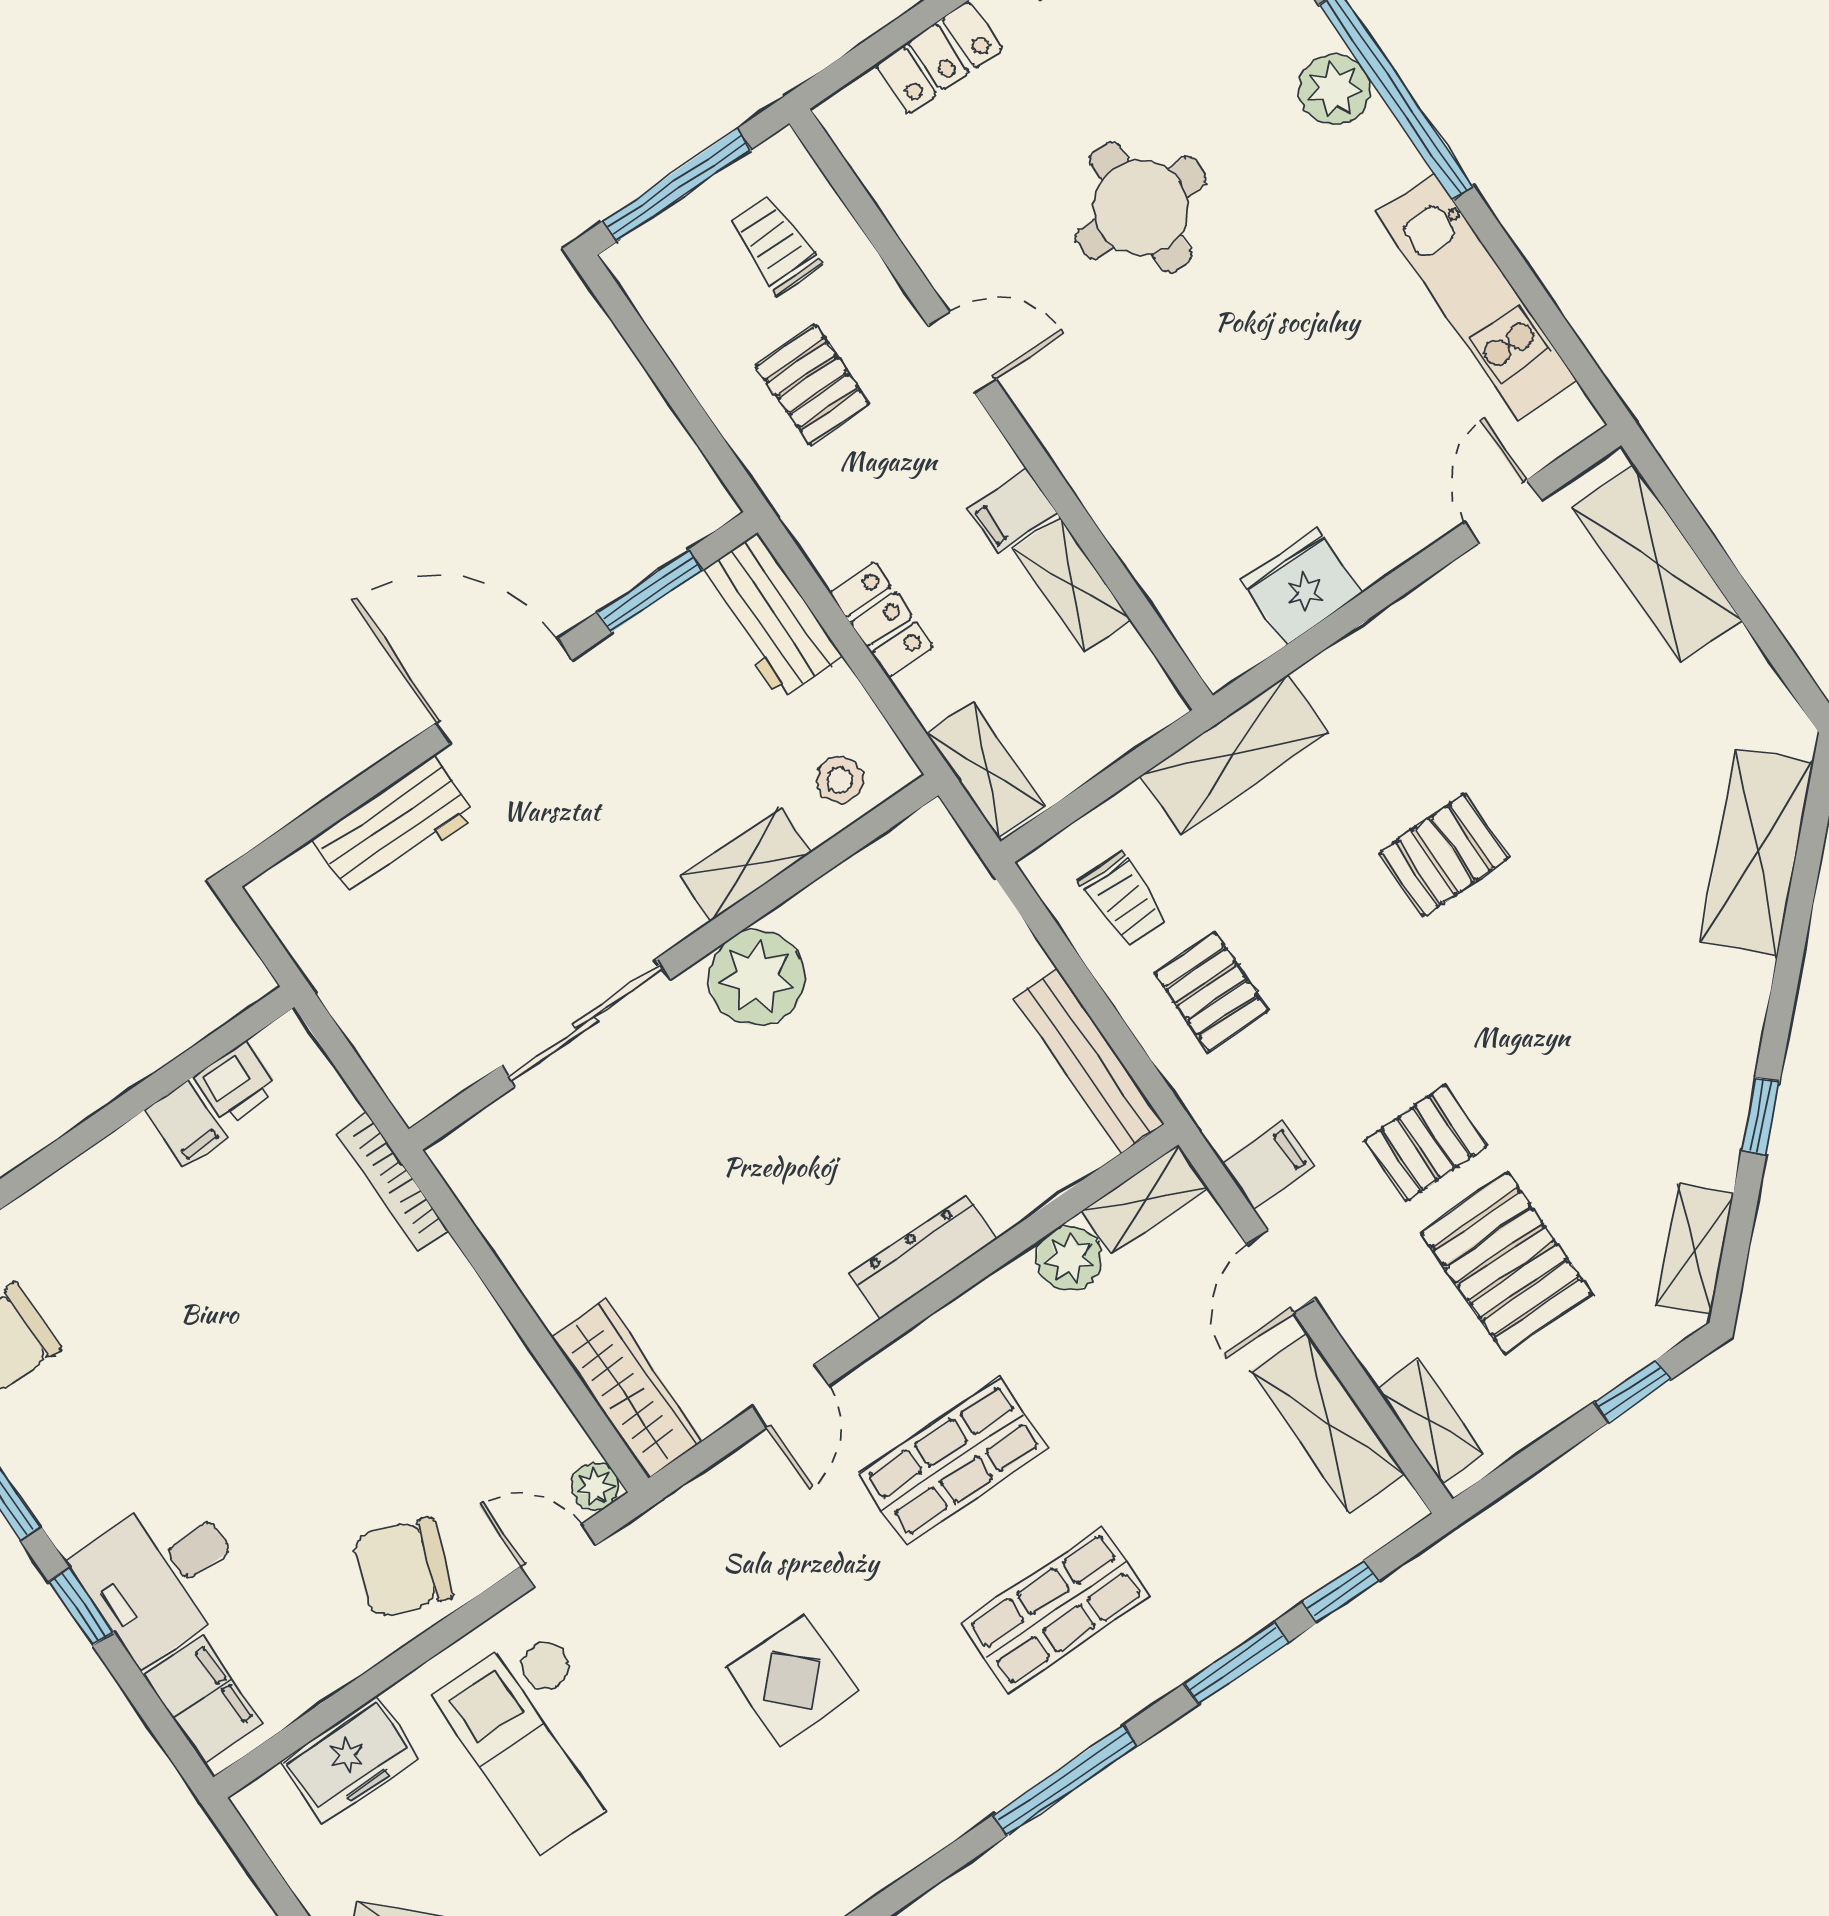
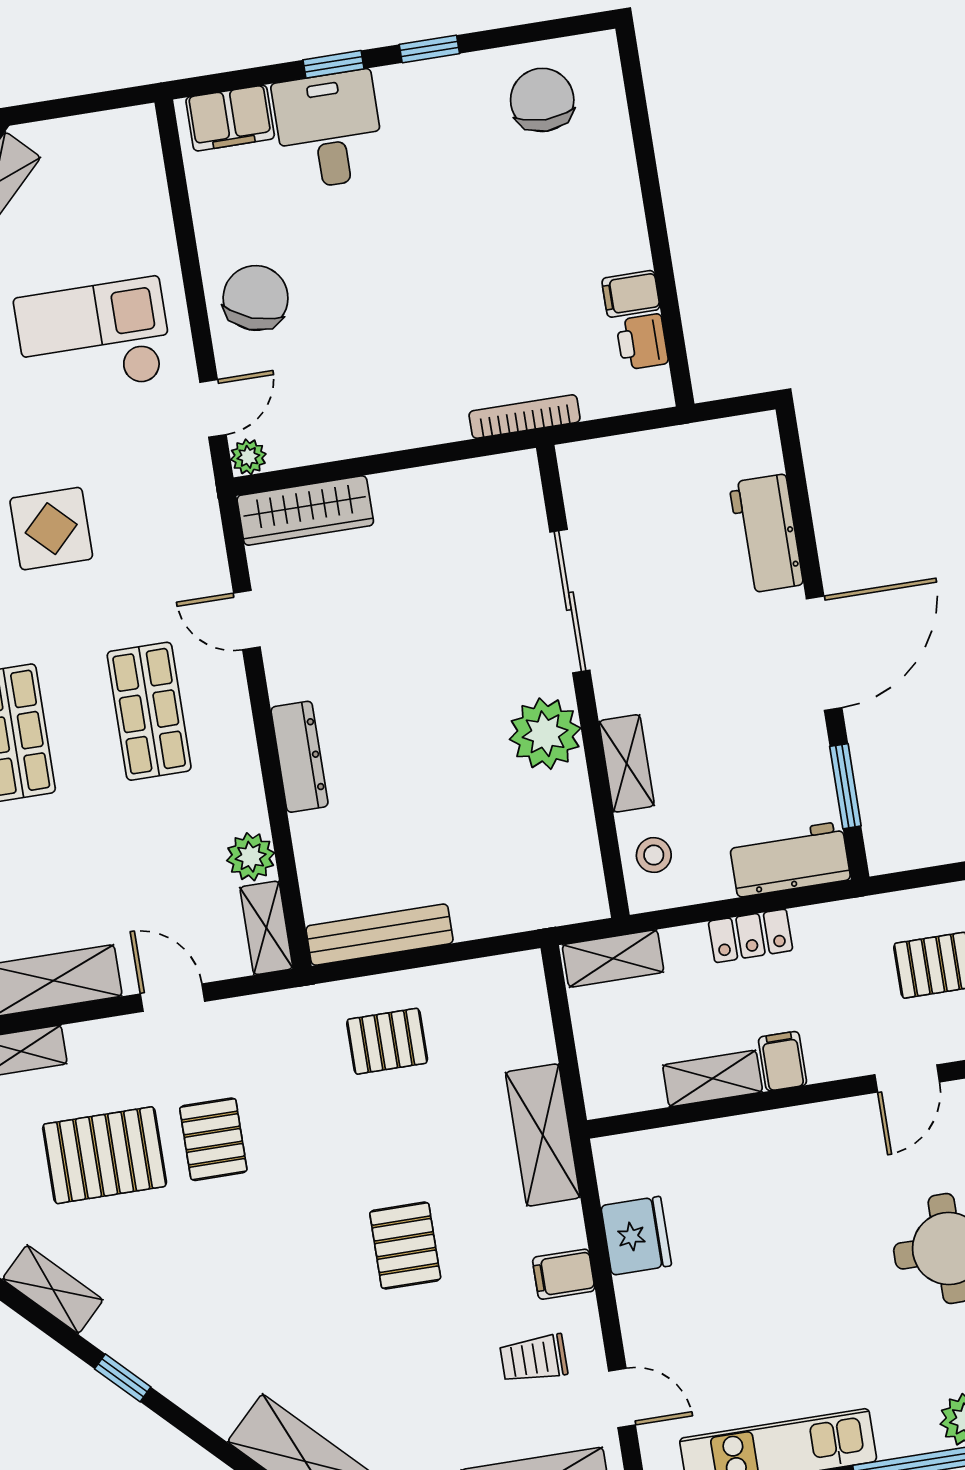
trolley: (1123, 899) -> (534, 1359), moved
filing cabinet: (1268, 1164) -> (564, 1274), moved, turned 90
freezer: (350, 1760) -> (140, 199), removed

